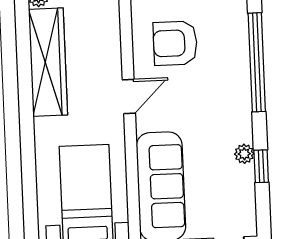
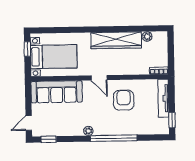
plant: (244, 154) -> (88, 131), moved
window: (261, 166) -> (49, 139), moved

